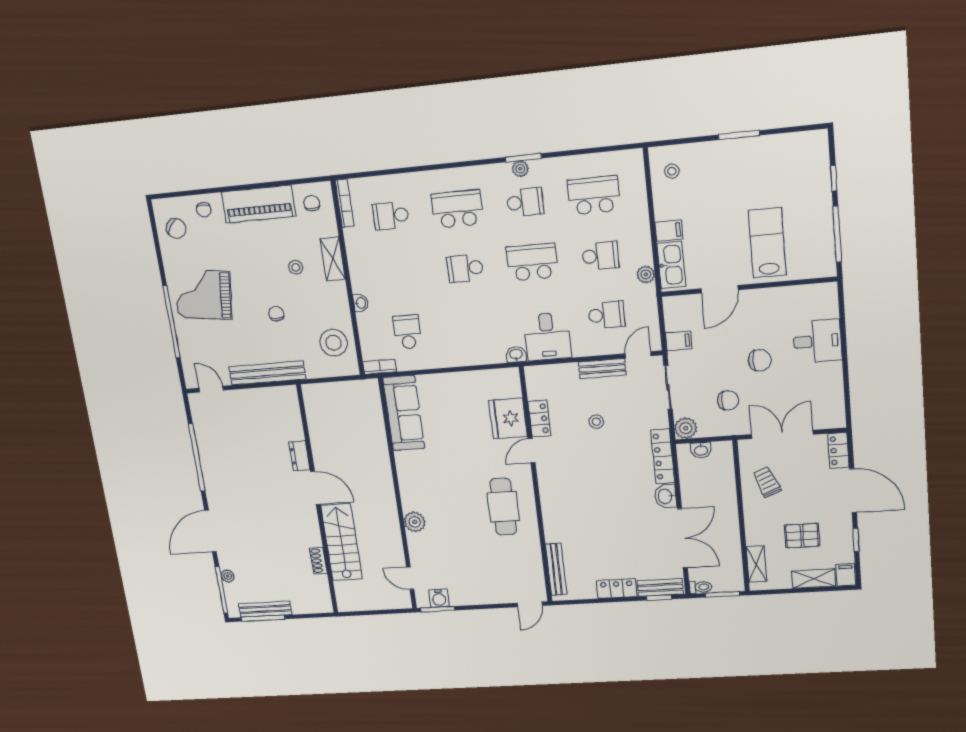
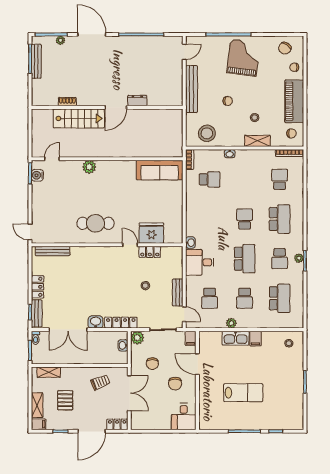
wall: (749, 287) -> (197, 380), moved
door: (720, 289) -> (197, 364), moved

